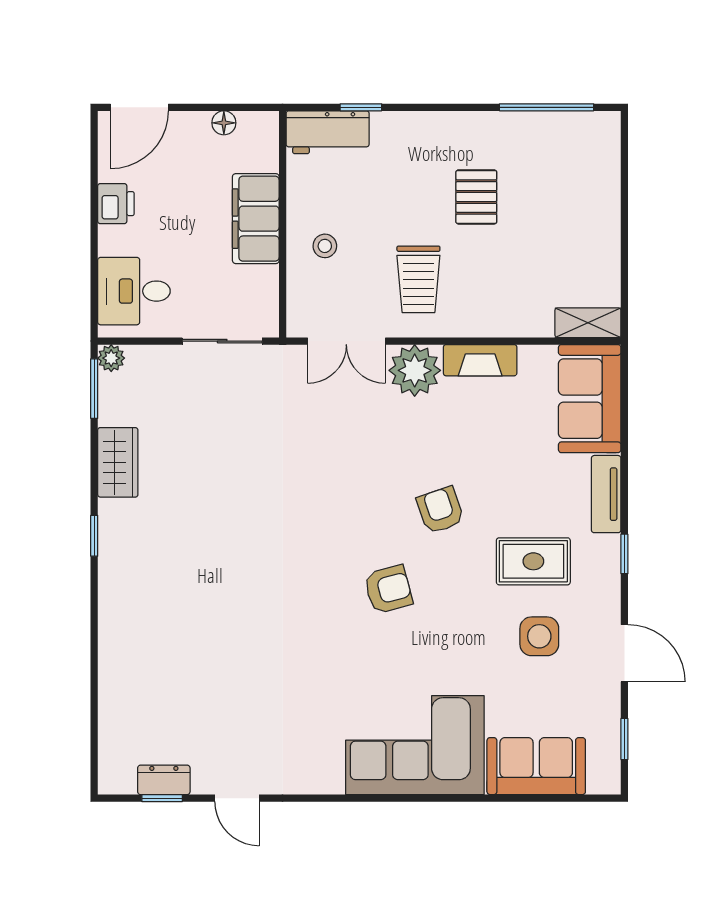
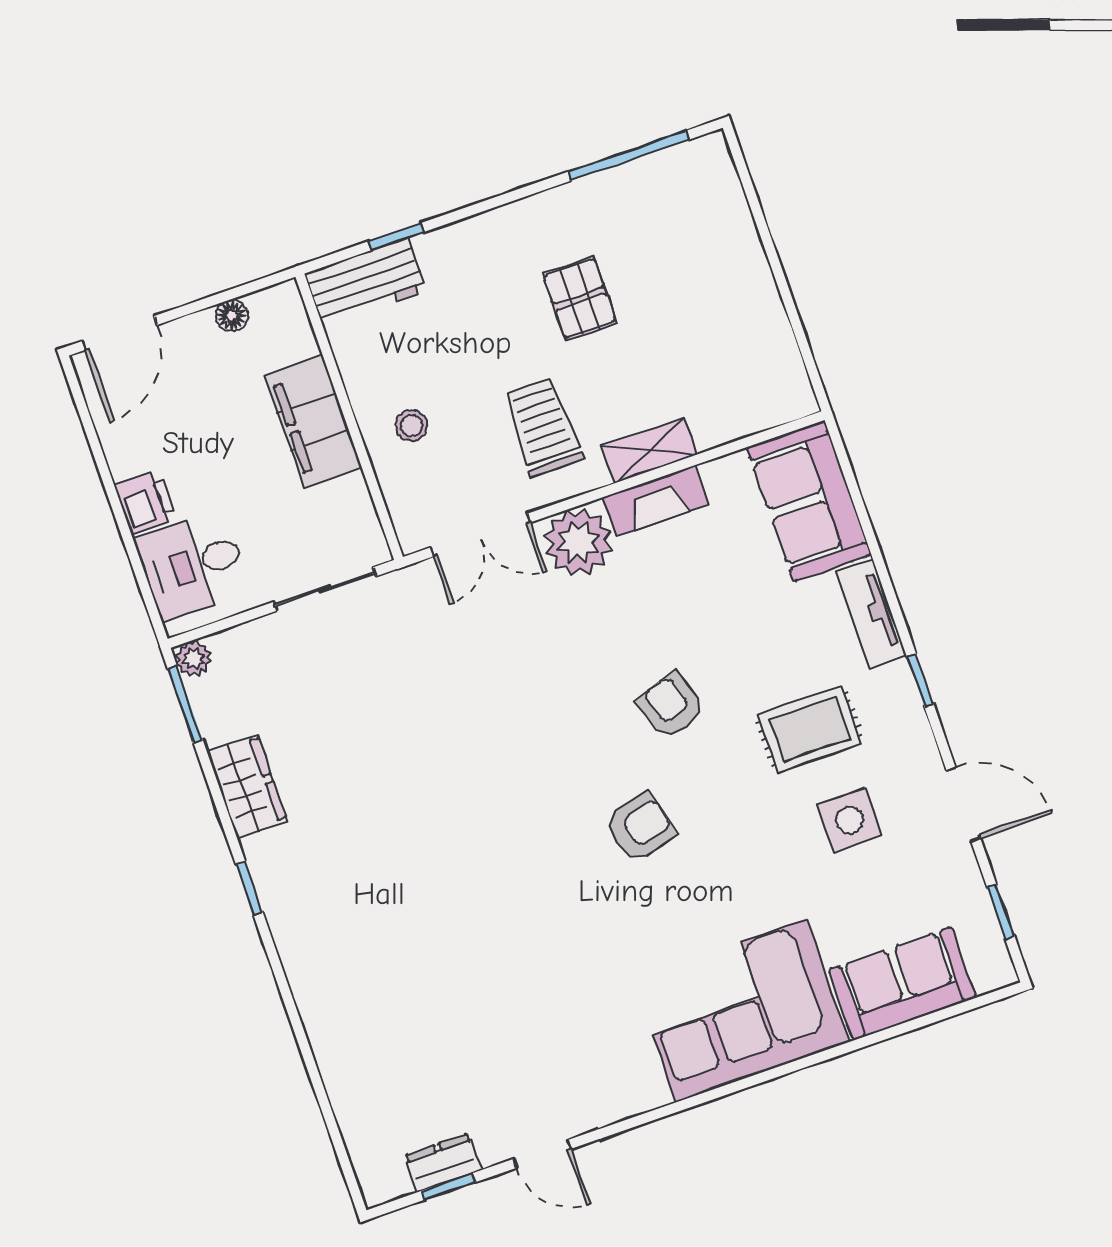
printer: (116, 204) -> (145, 502), moved
trolley: (418, 279) -> (543, 427), turned 180
shelving: (588, 323) -> (649, 450), moved

